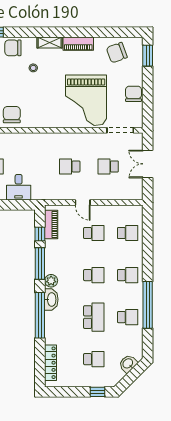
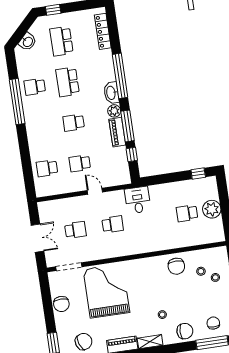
desk: (19, 187) -> (138, 200), moved
piano: (51, 224) -> (117, 132), moved
school desk: (128, 275) -> (41, 127), removed
school desk: (94, 359) -> (61, 41), width x1.85

